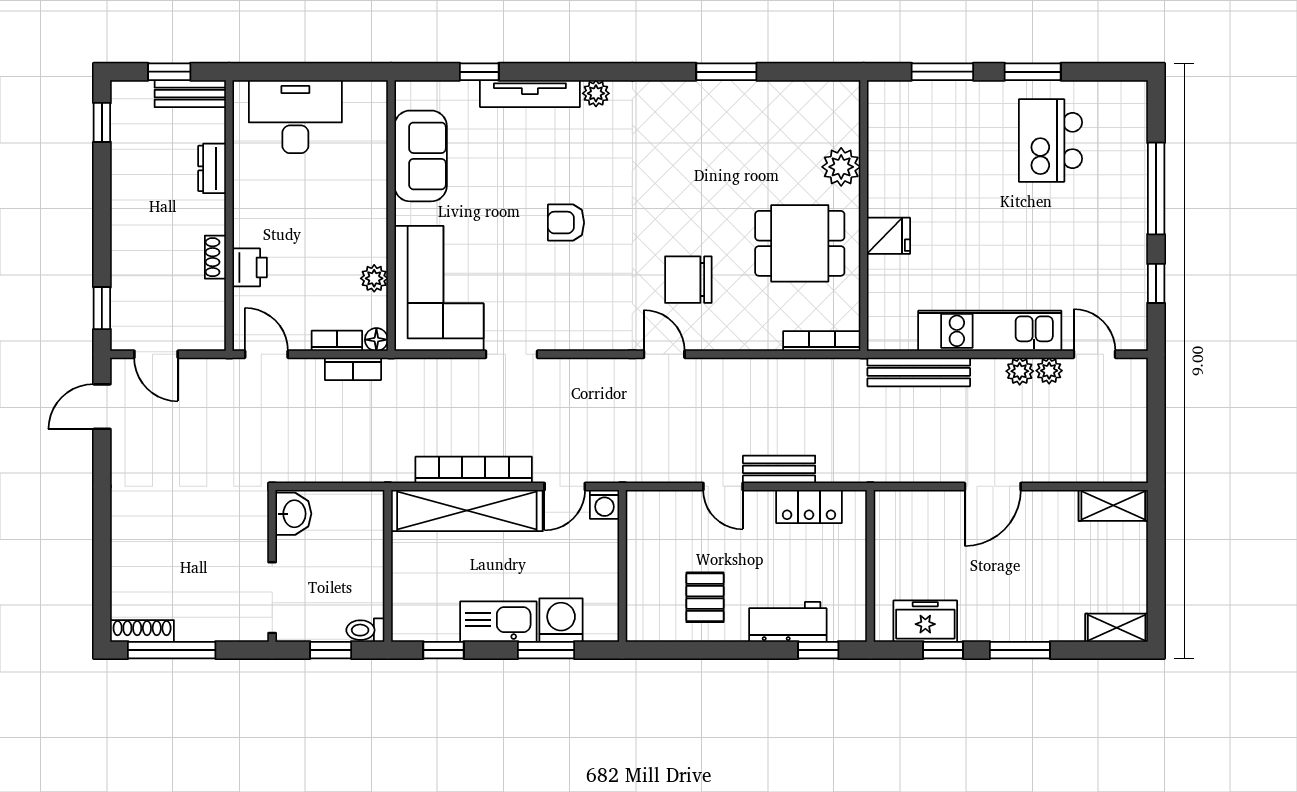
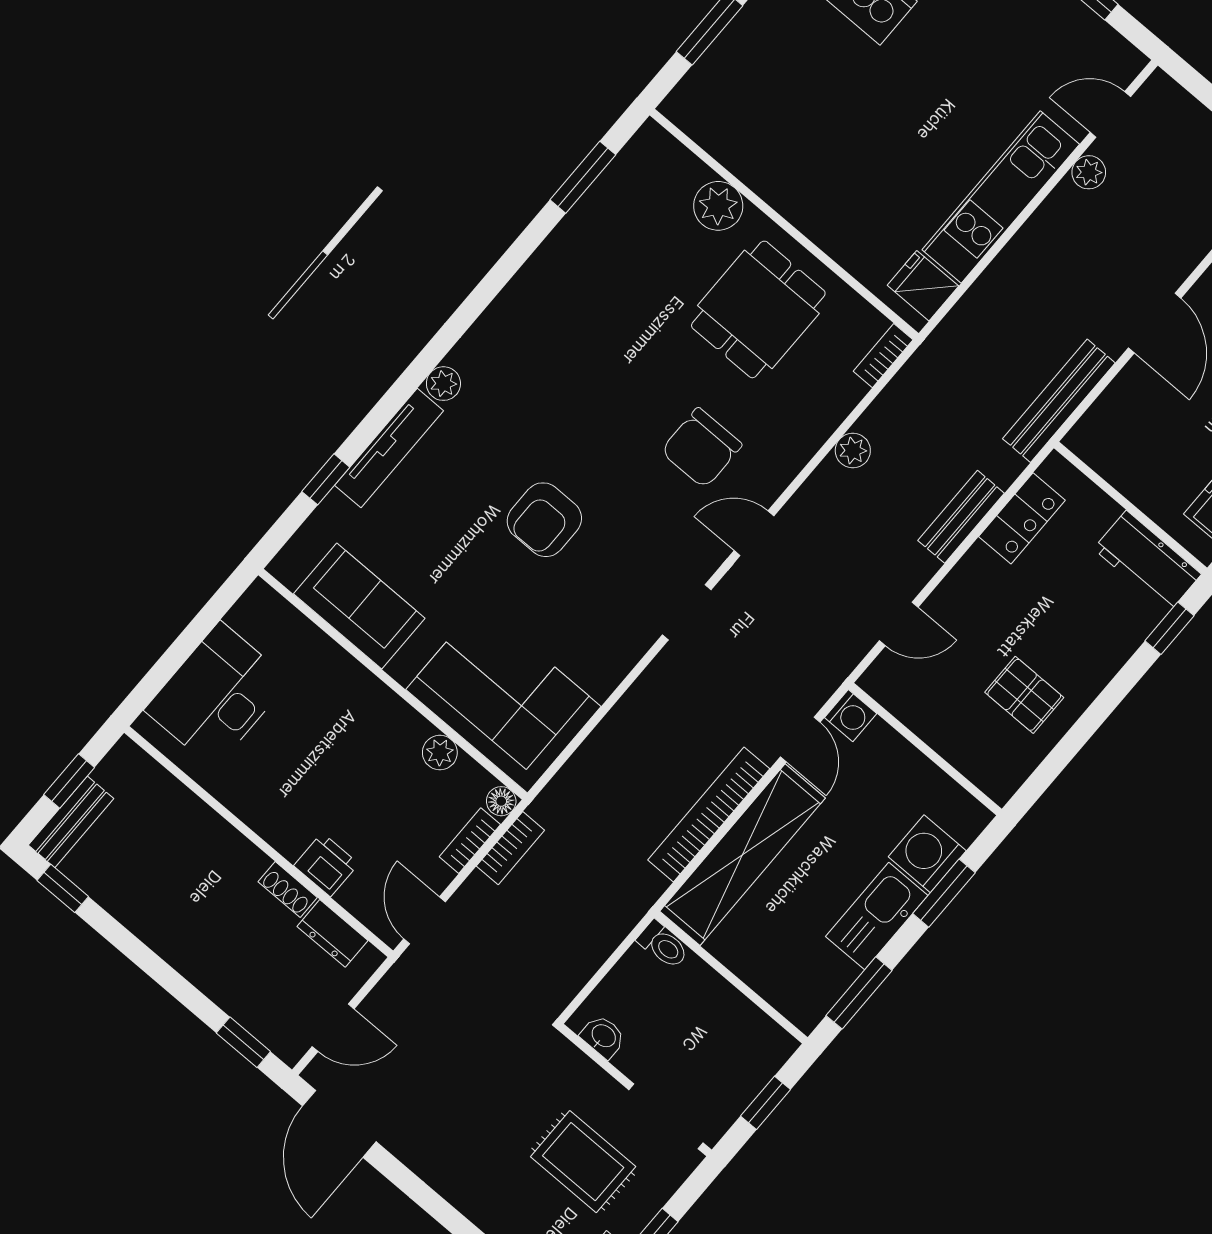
window: (726, 72) -> (583, 177), moved
bench: (190, 94) -> (71, 822), moved
dresser: (212, 168) -> (333, 933), moved
armchair: (566, 223) -> (544, 520), width x1.38, depth x1.38
fridge: (888, 236) -> (923, 286), moved, turned -90
bookcase: (822, 341) -> (883, 356), width x0.64
door: (266, 354) -> (425, 920), hinge flipped
doorway: (512, 354) -> (687, 612), moved
plant: (1020, 371) -> (853, 451), moved
bench: (919, 372) -> (1059, 401), moved
door: (102, 407) -> (339, 1124), width x1.38
door: (723, 486) -> (899, 624), moved
washbasin: (293, 514) -> (603, 1036), width x0.72, depth x0.69
rug: (203, 571) -> (583, 1162), added
workbench: (788, 622) -> (1147, 561), moved, turned -90
toilet: (365, 630) -> (663, 945), moved, turned -90
window: (443, 650) -> (859, 993), width x1.50

